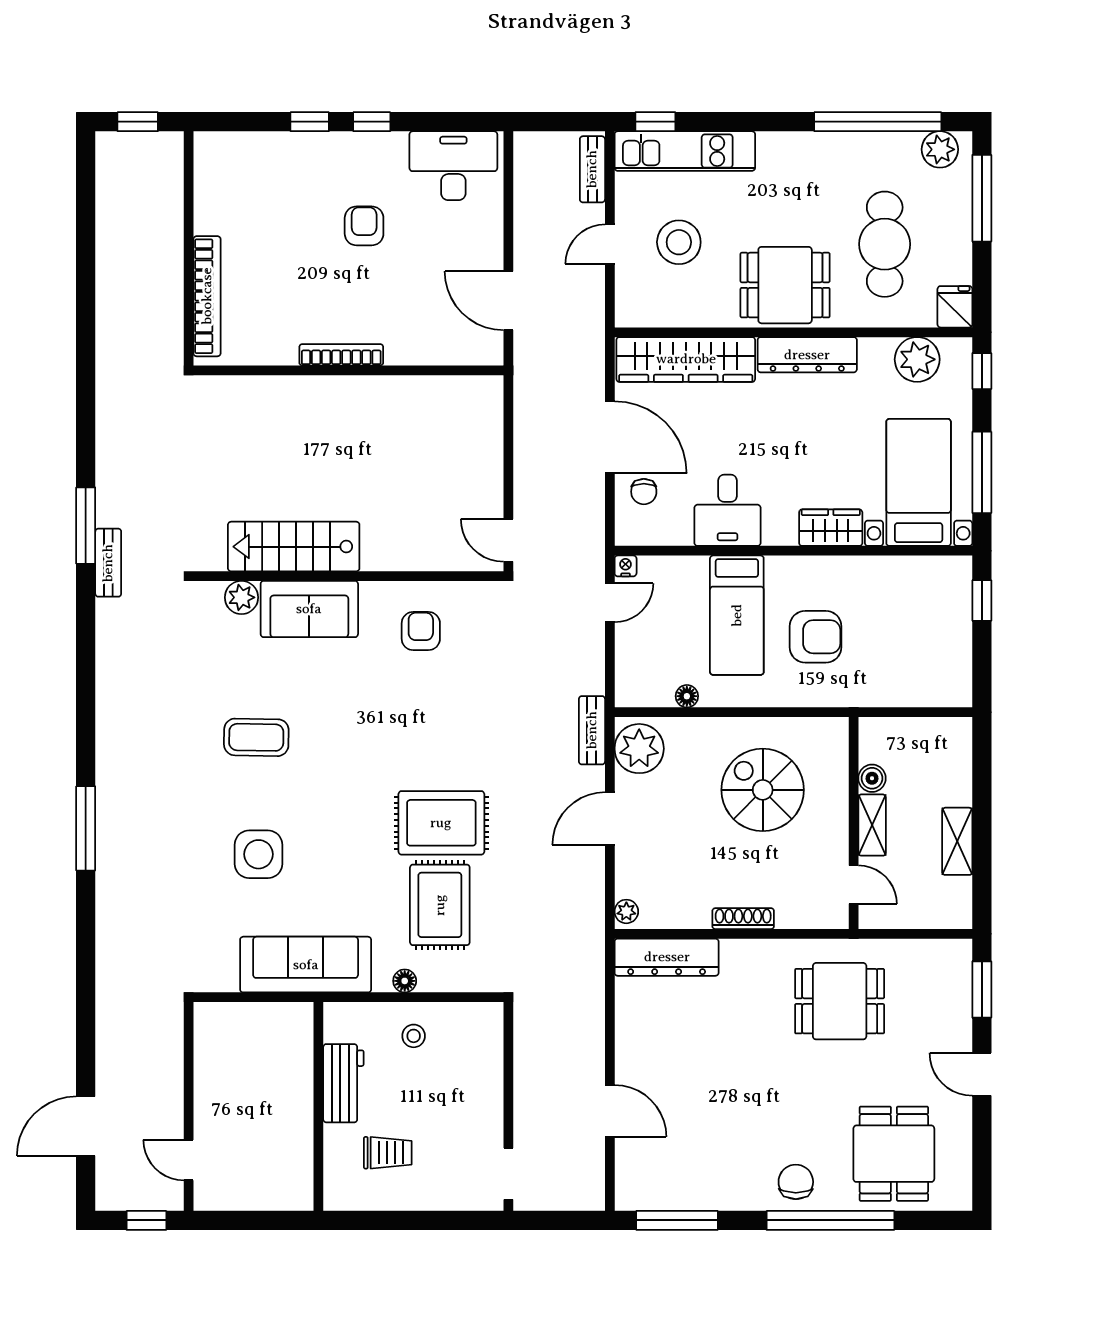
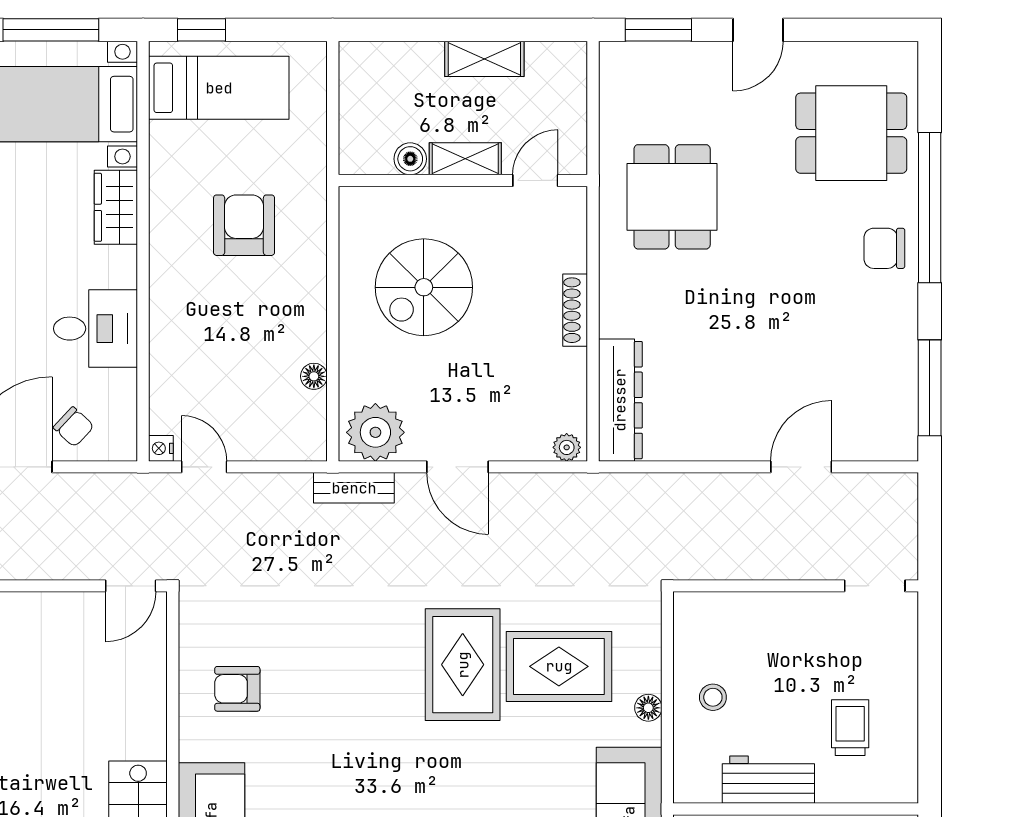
chair: (644, 492) -> (74, 427), turned 43
bed: (737, 615) -> (219, 88), moved

